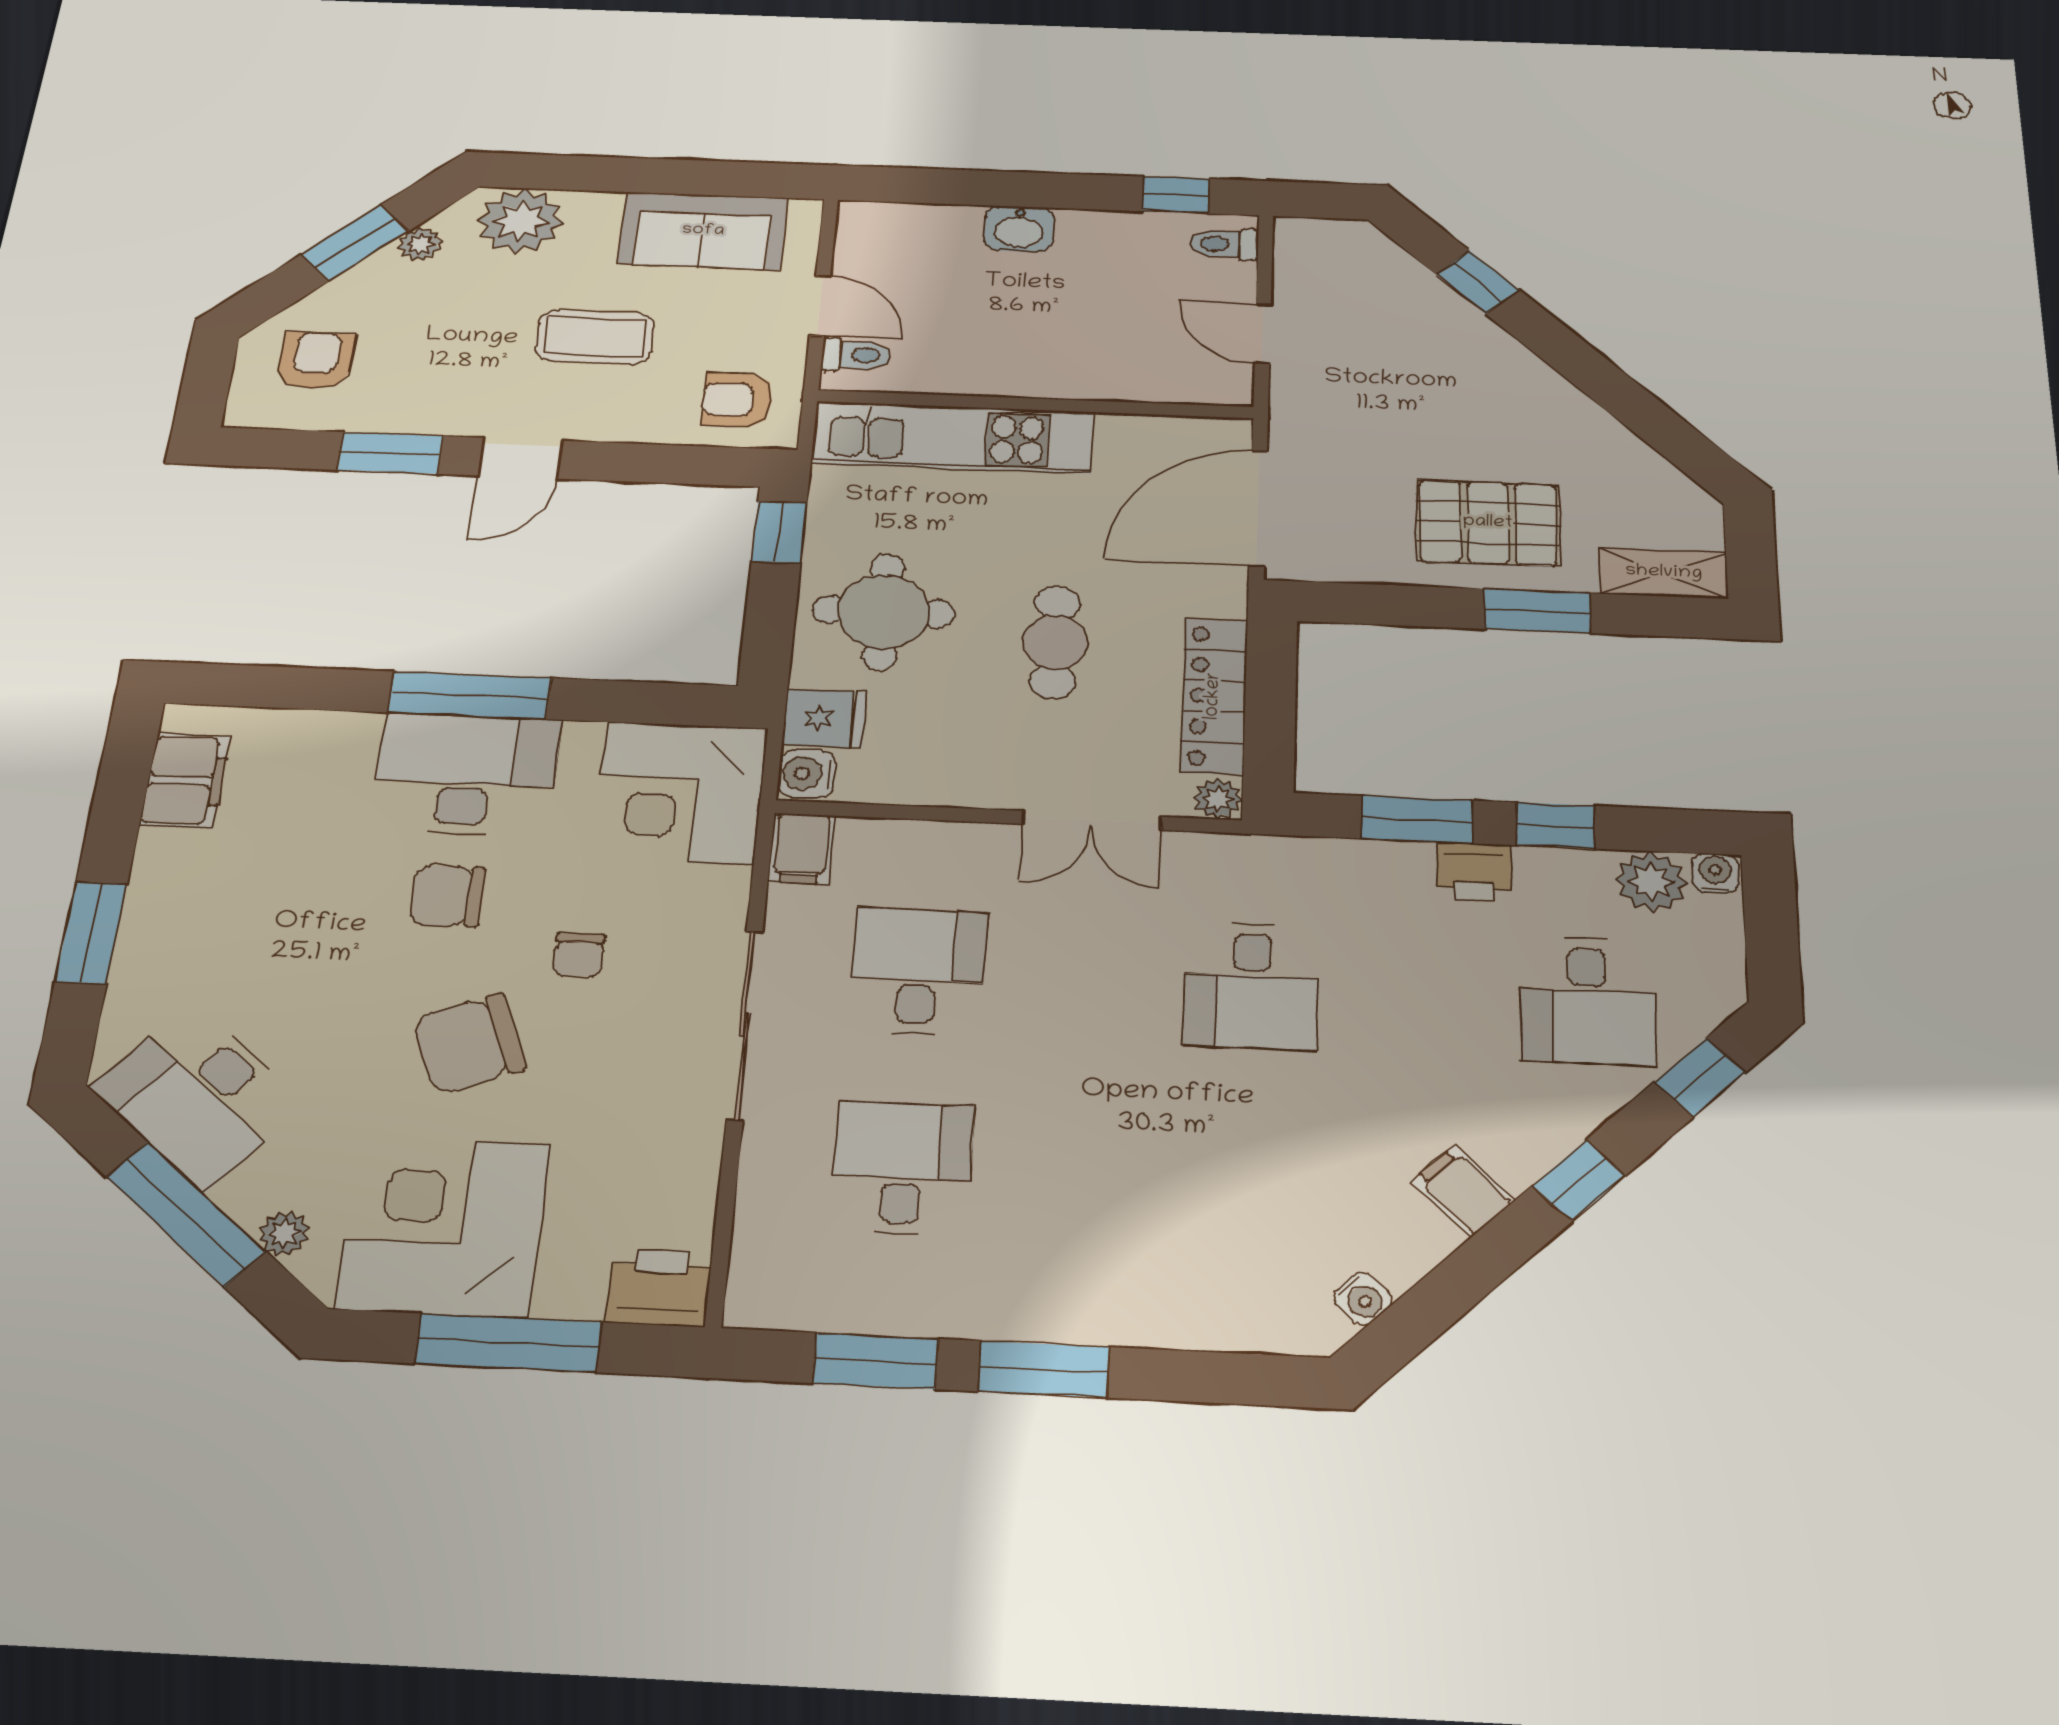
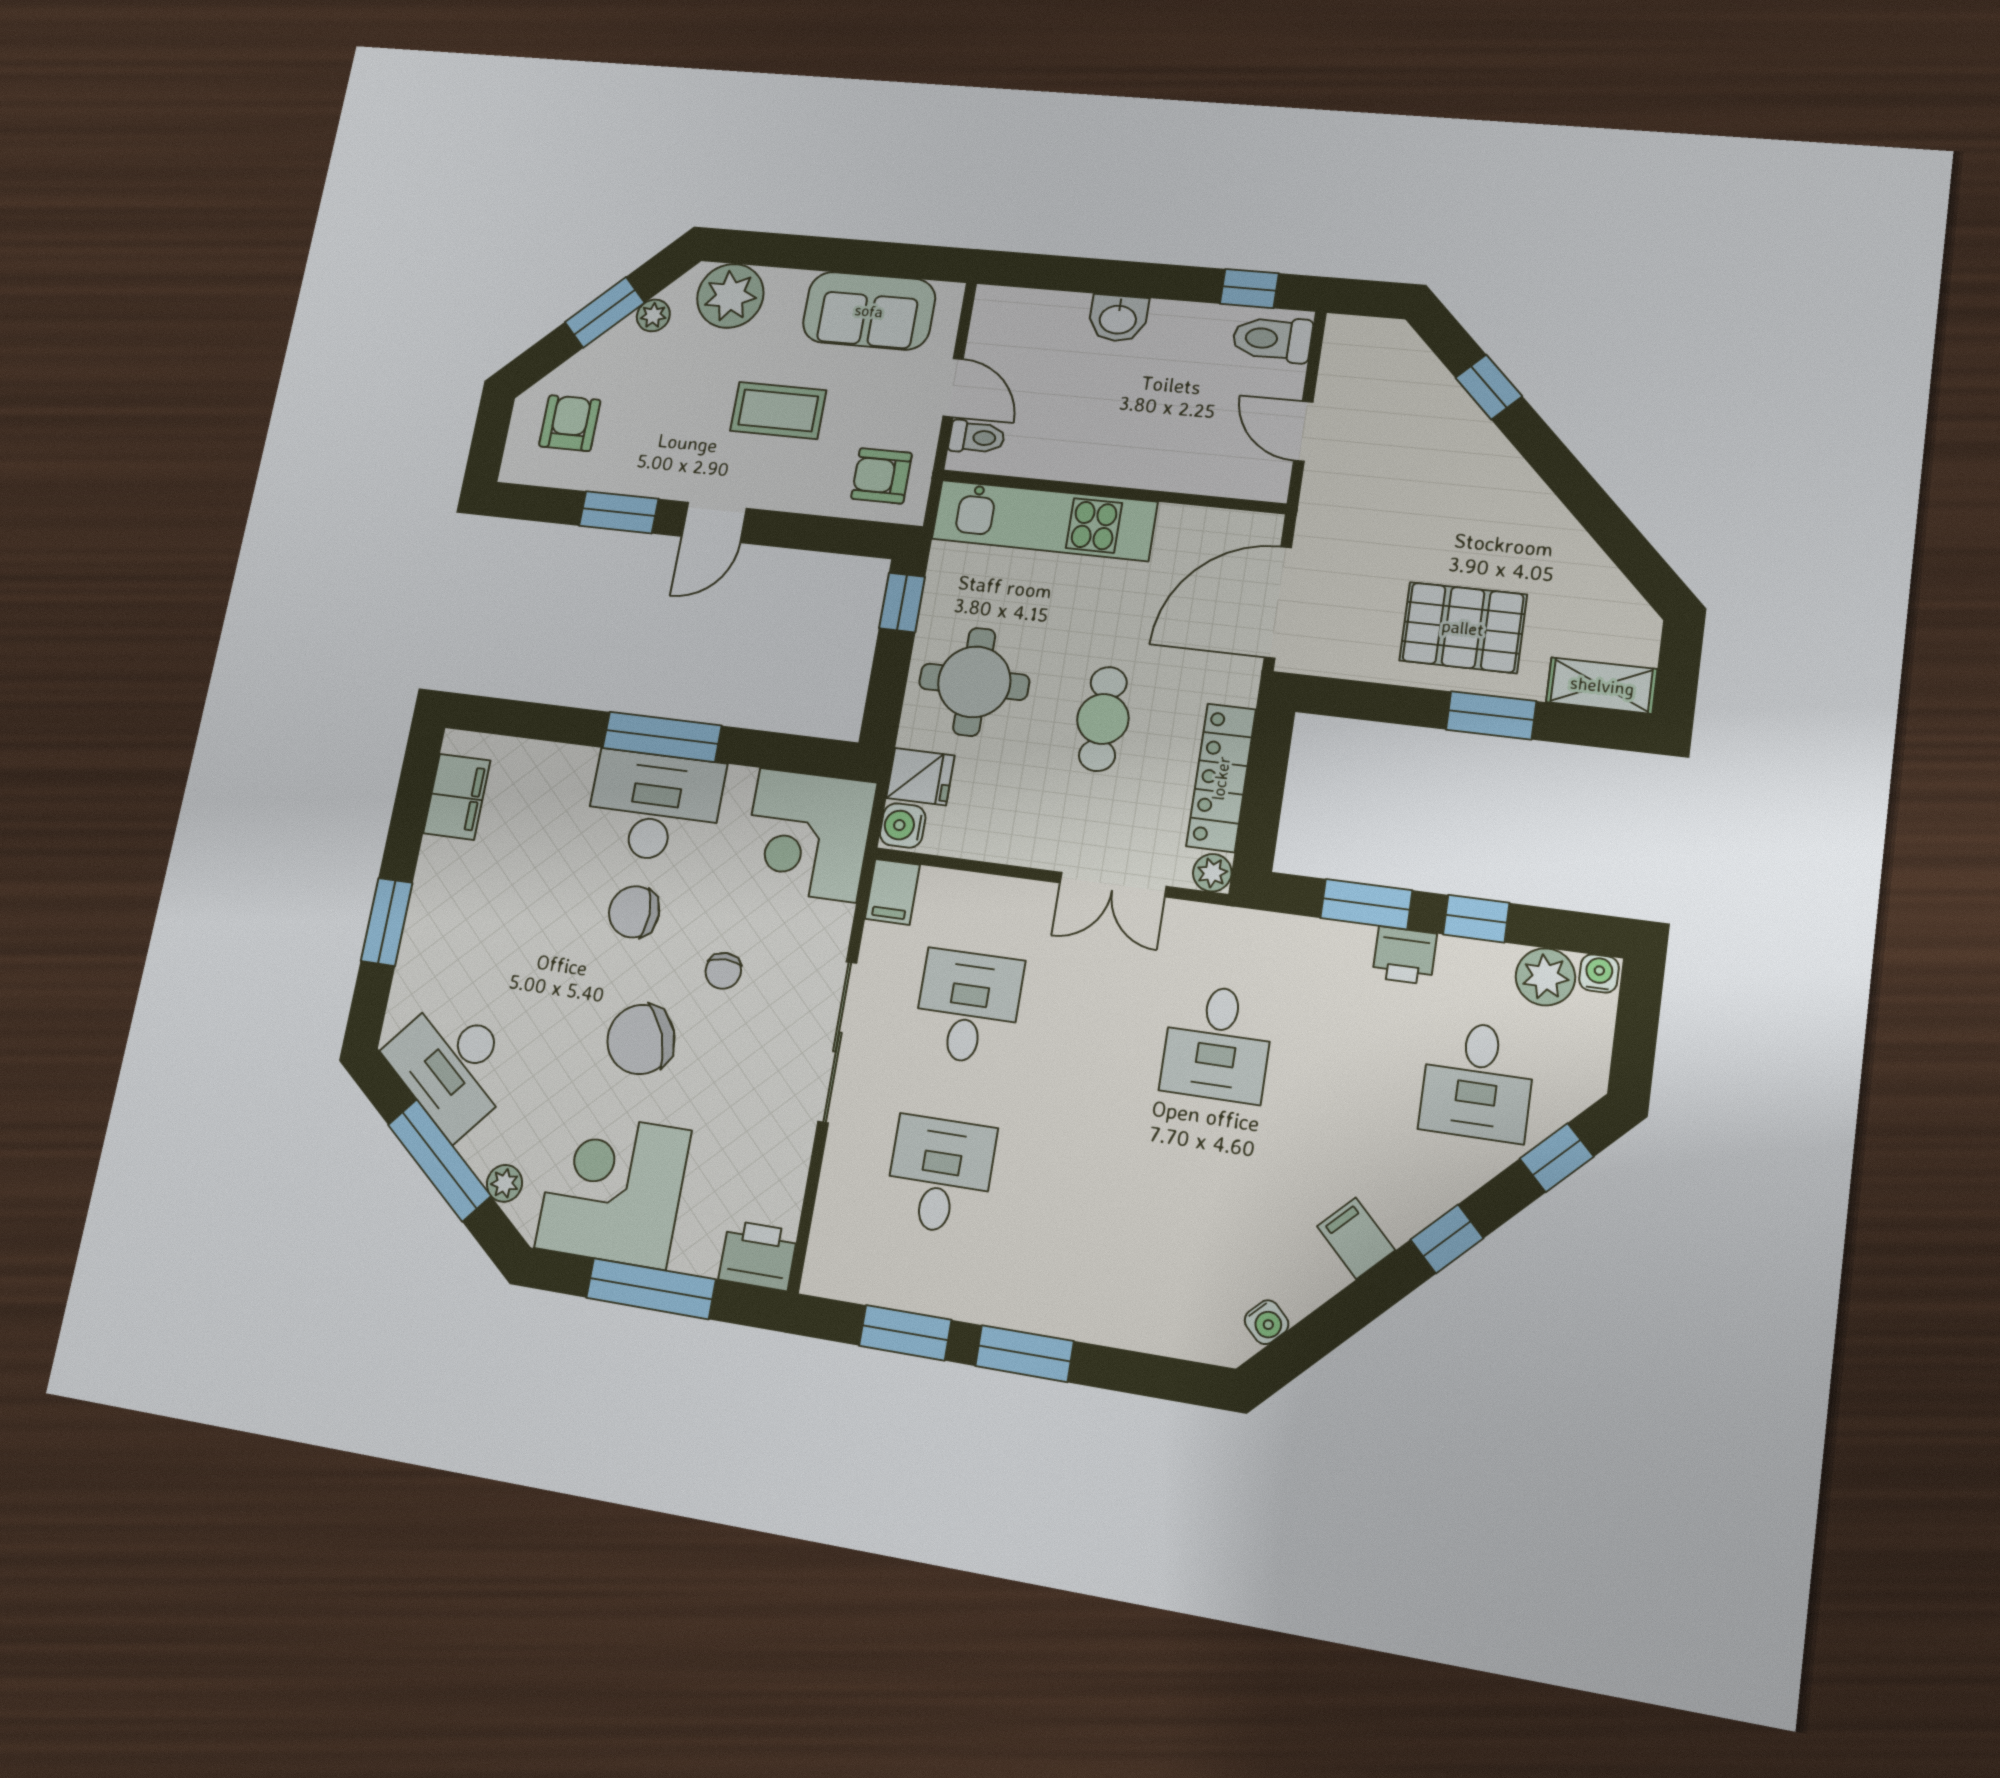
toilet: (1224, 244) -> (1272, 339), width x1.37, depth x1.39

